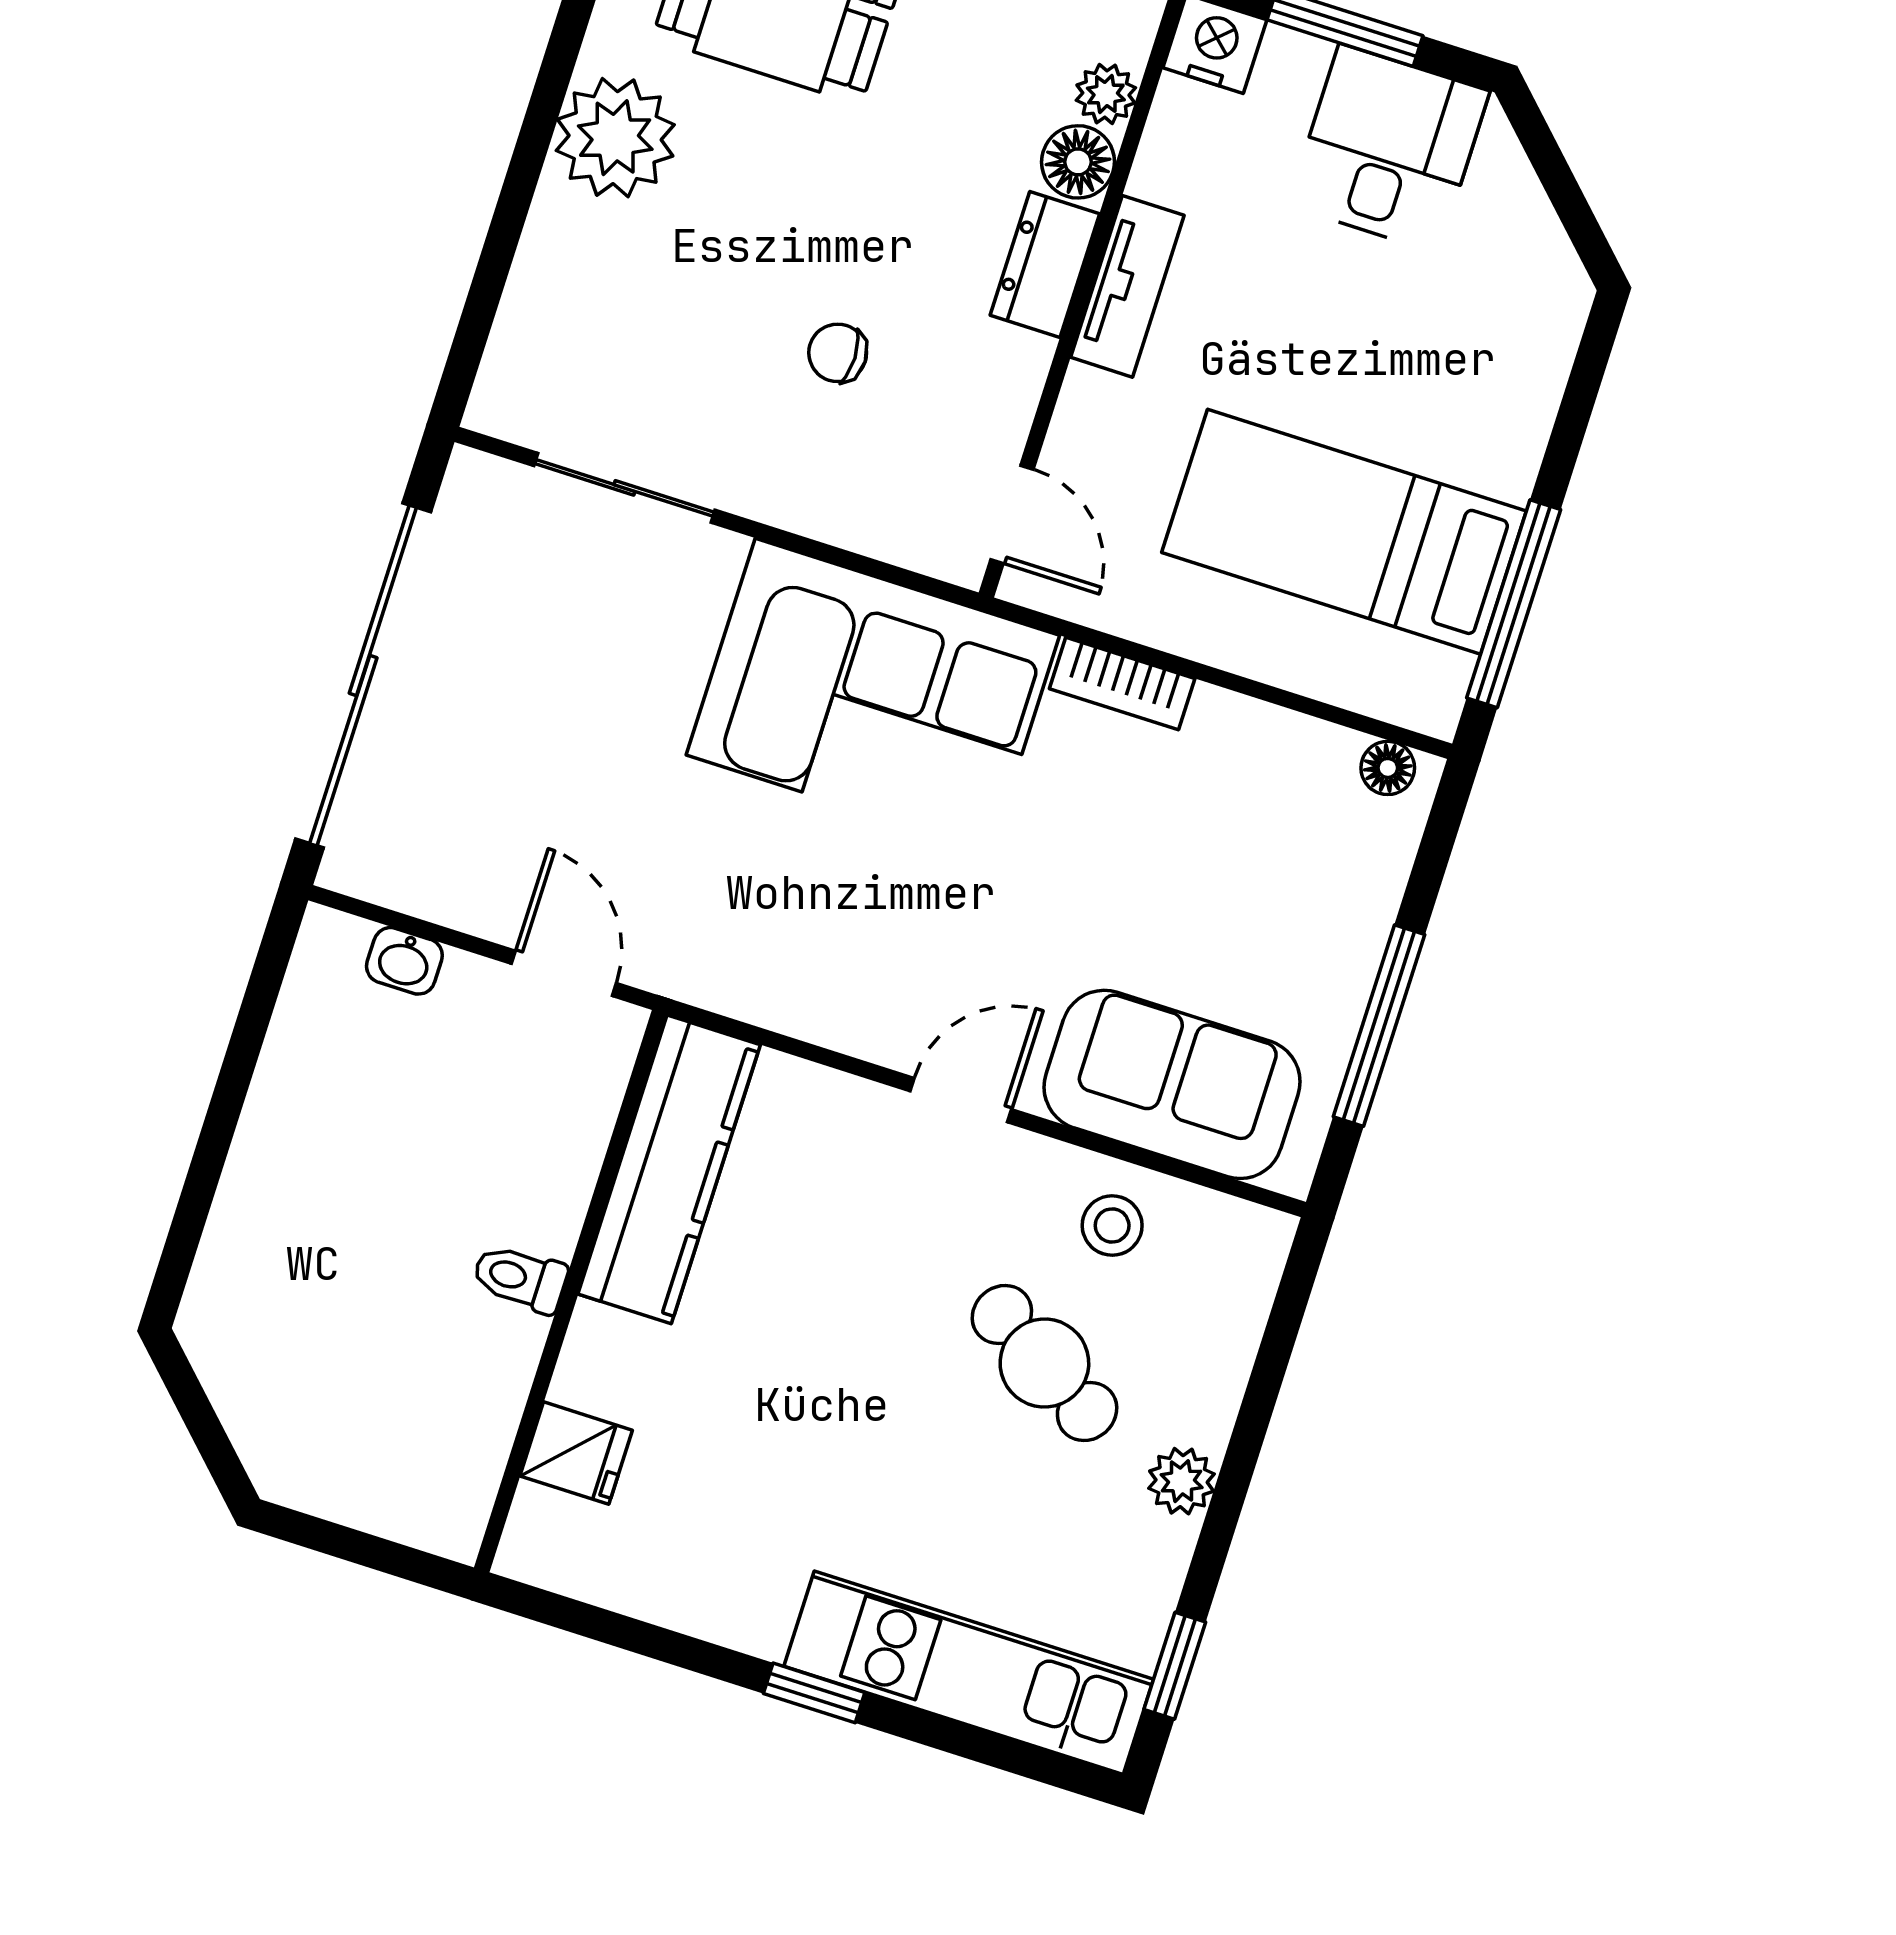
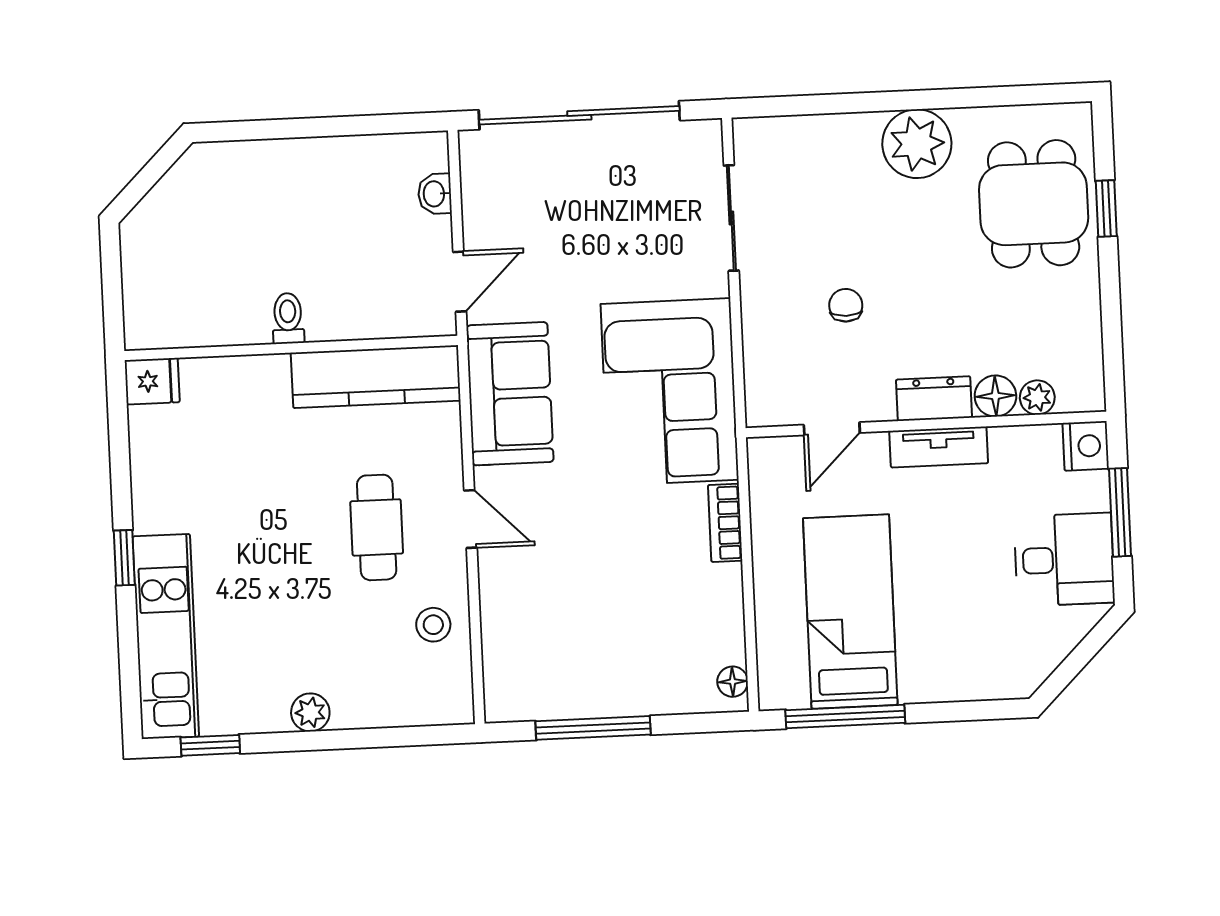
door: (1012, 514) -> (832, 429), moved
sofa: (1172, 1084) -> (510, 394), moved
cafe table: (1044, 1363) -> (377, 527), moved, turned -31
fridge: (576, 1453) -> (152, 381), moved, turned -90

